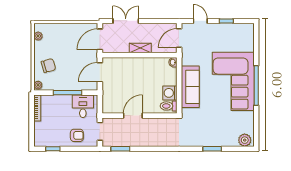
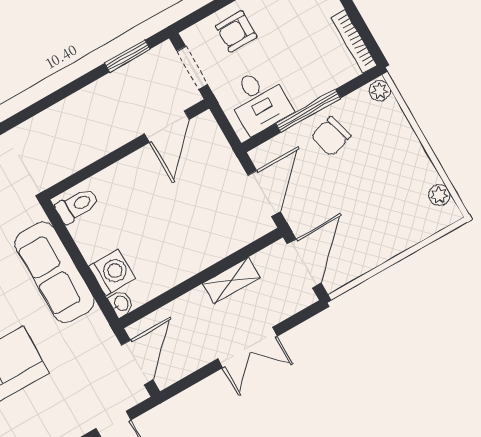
double door: (126, 21) -> (248, 347), moved
shelving: (140, 48) -> (231, 280), moved
chair: (48, 66) -> (331, 136), moved
washing machine: (170, 93) -> (112, 272), moved
door: (133, 116) -> (167, 126), moved

